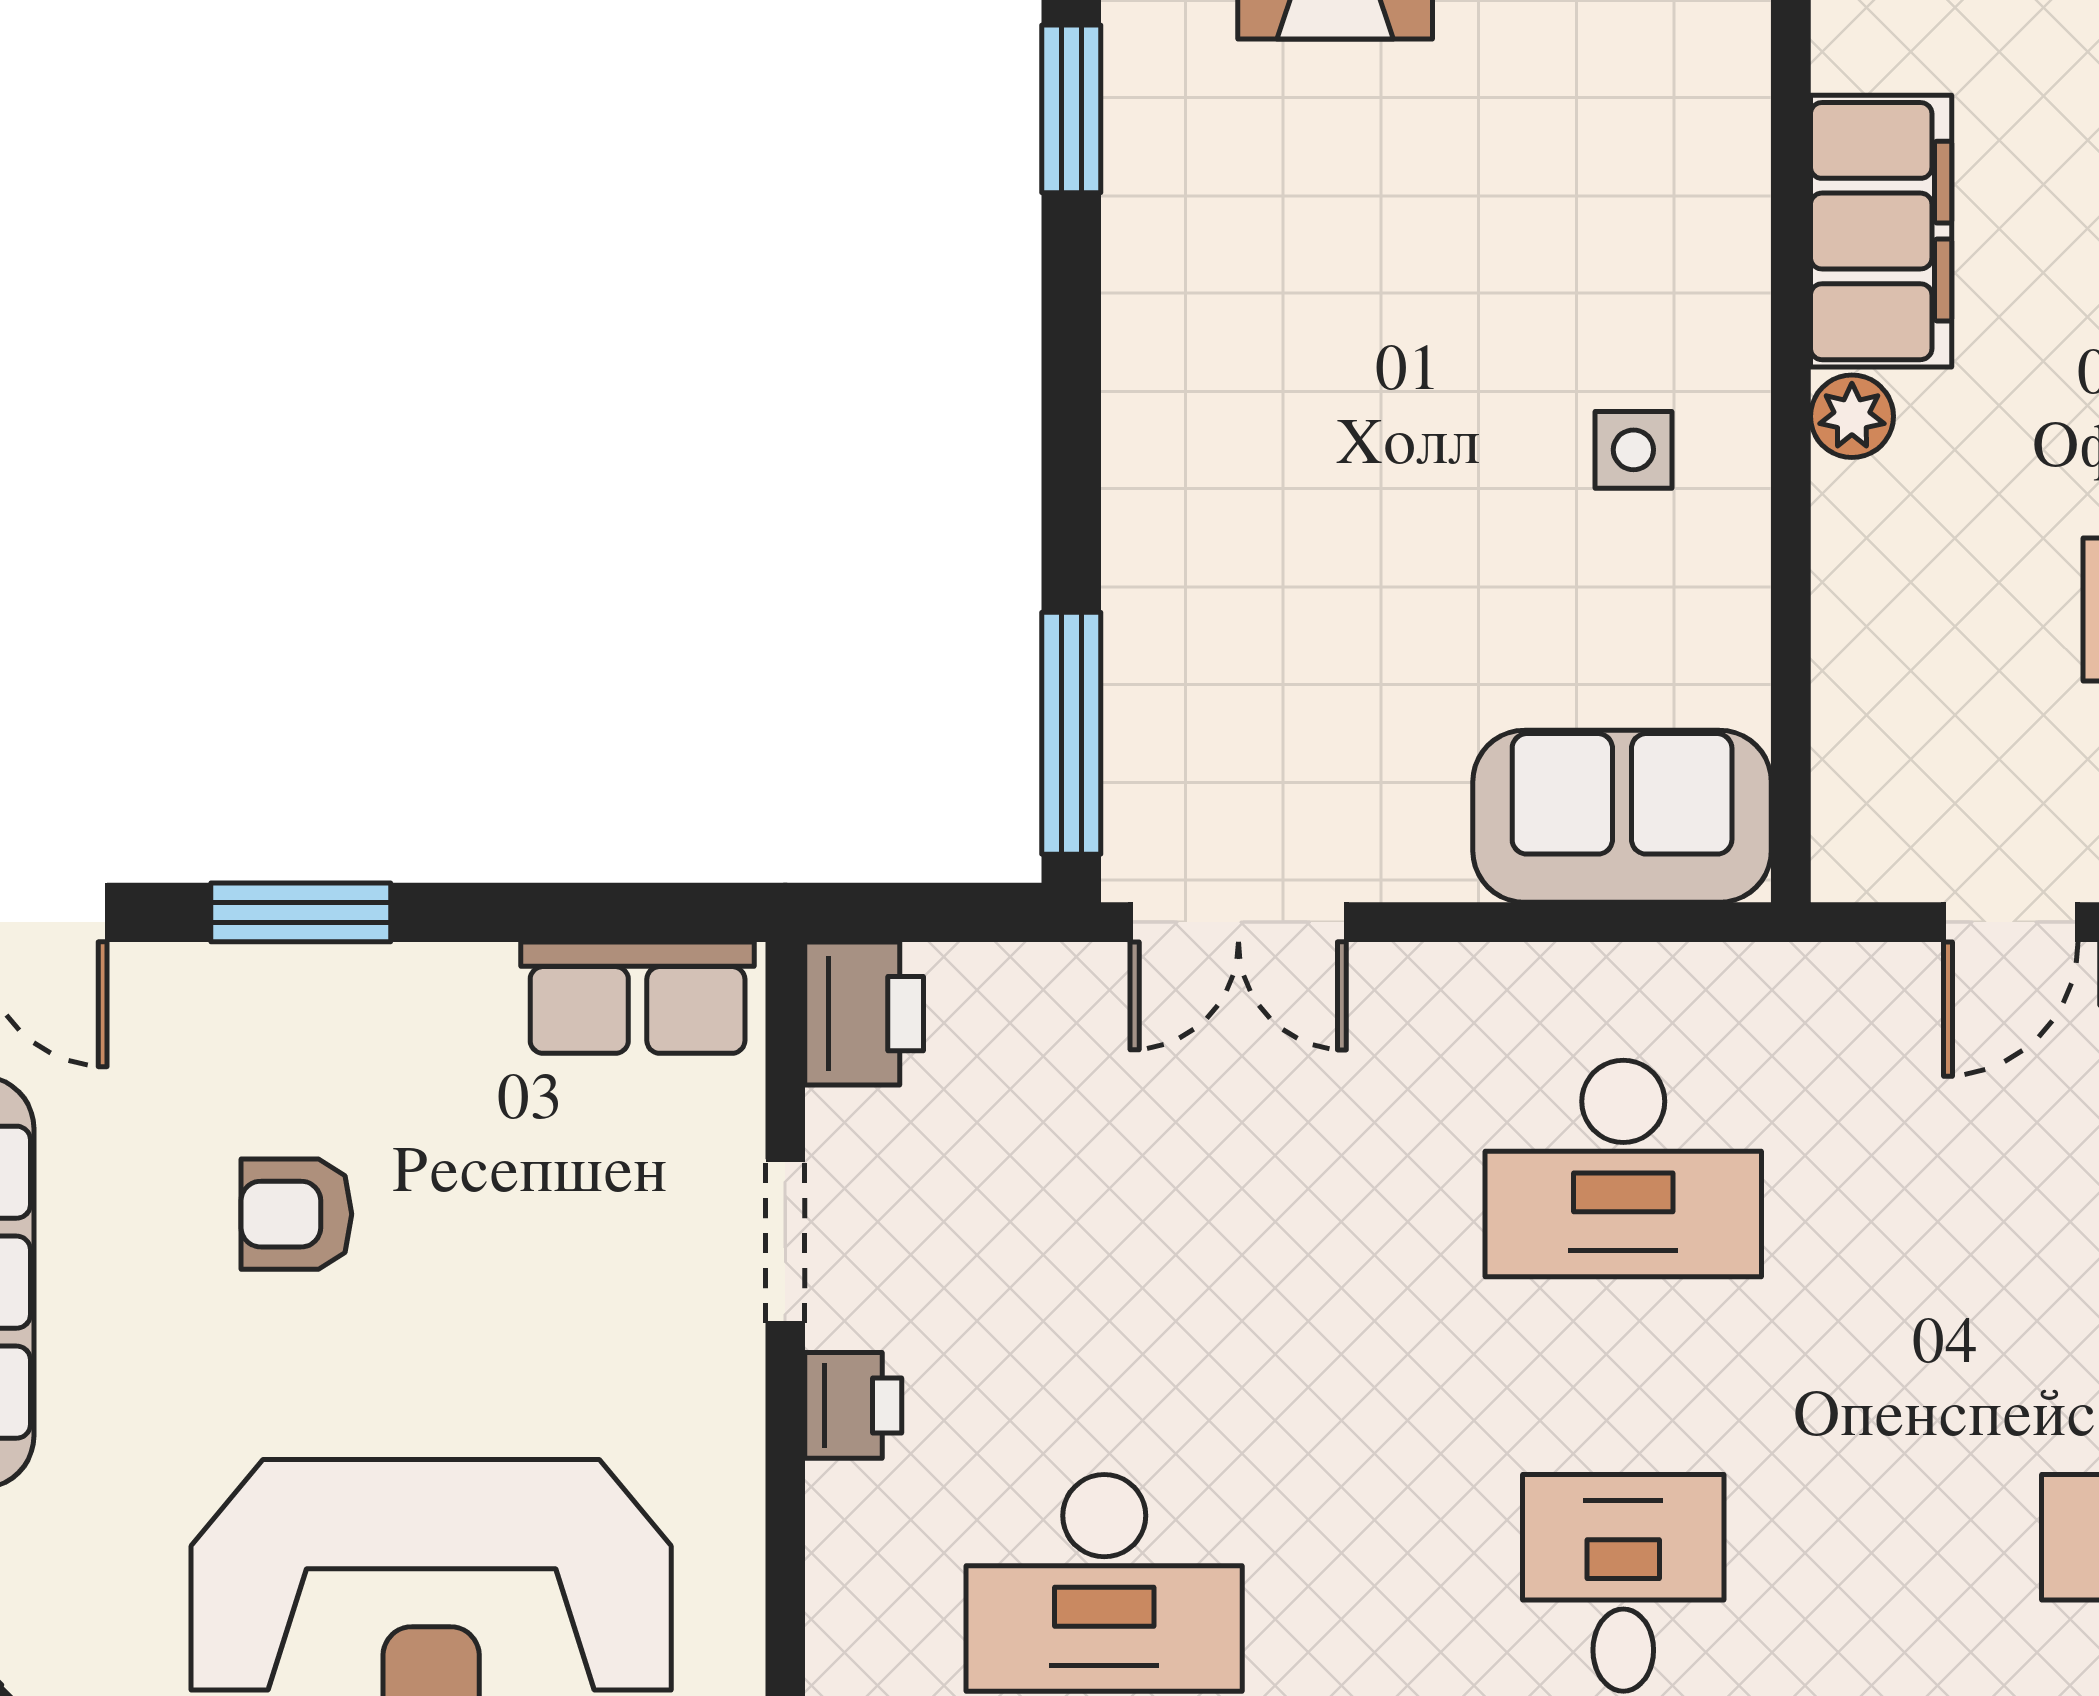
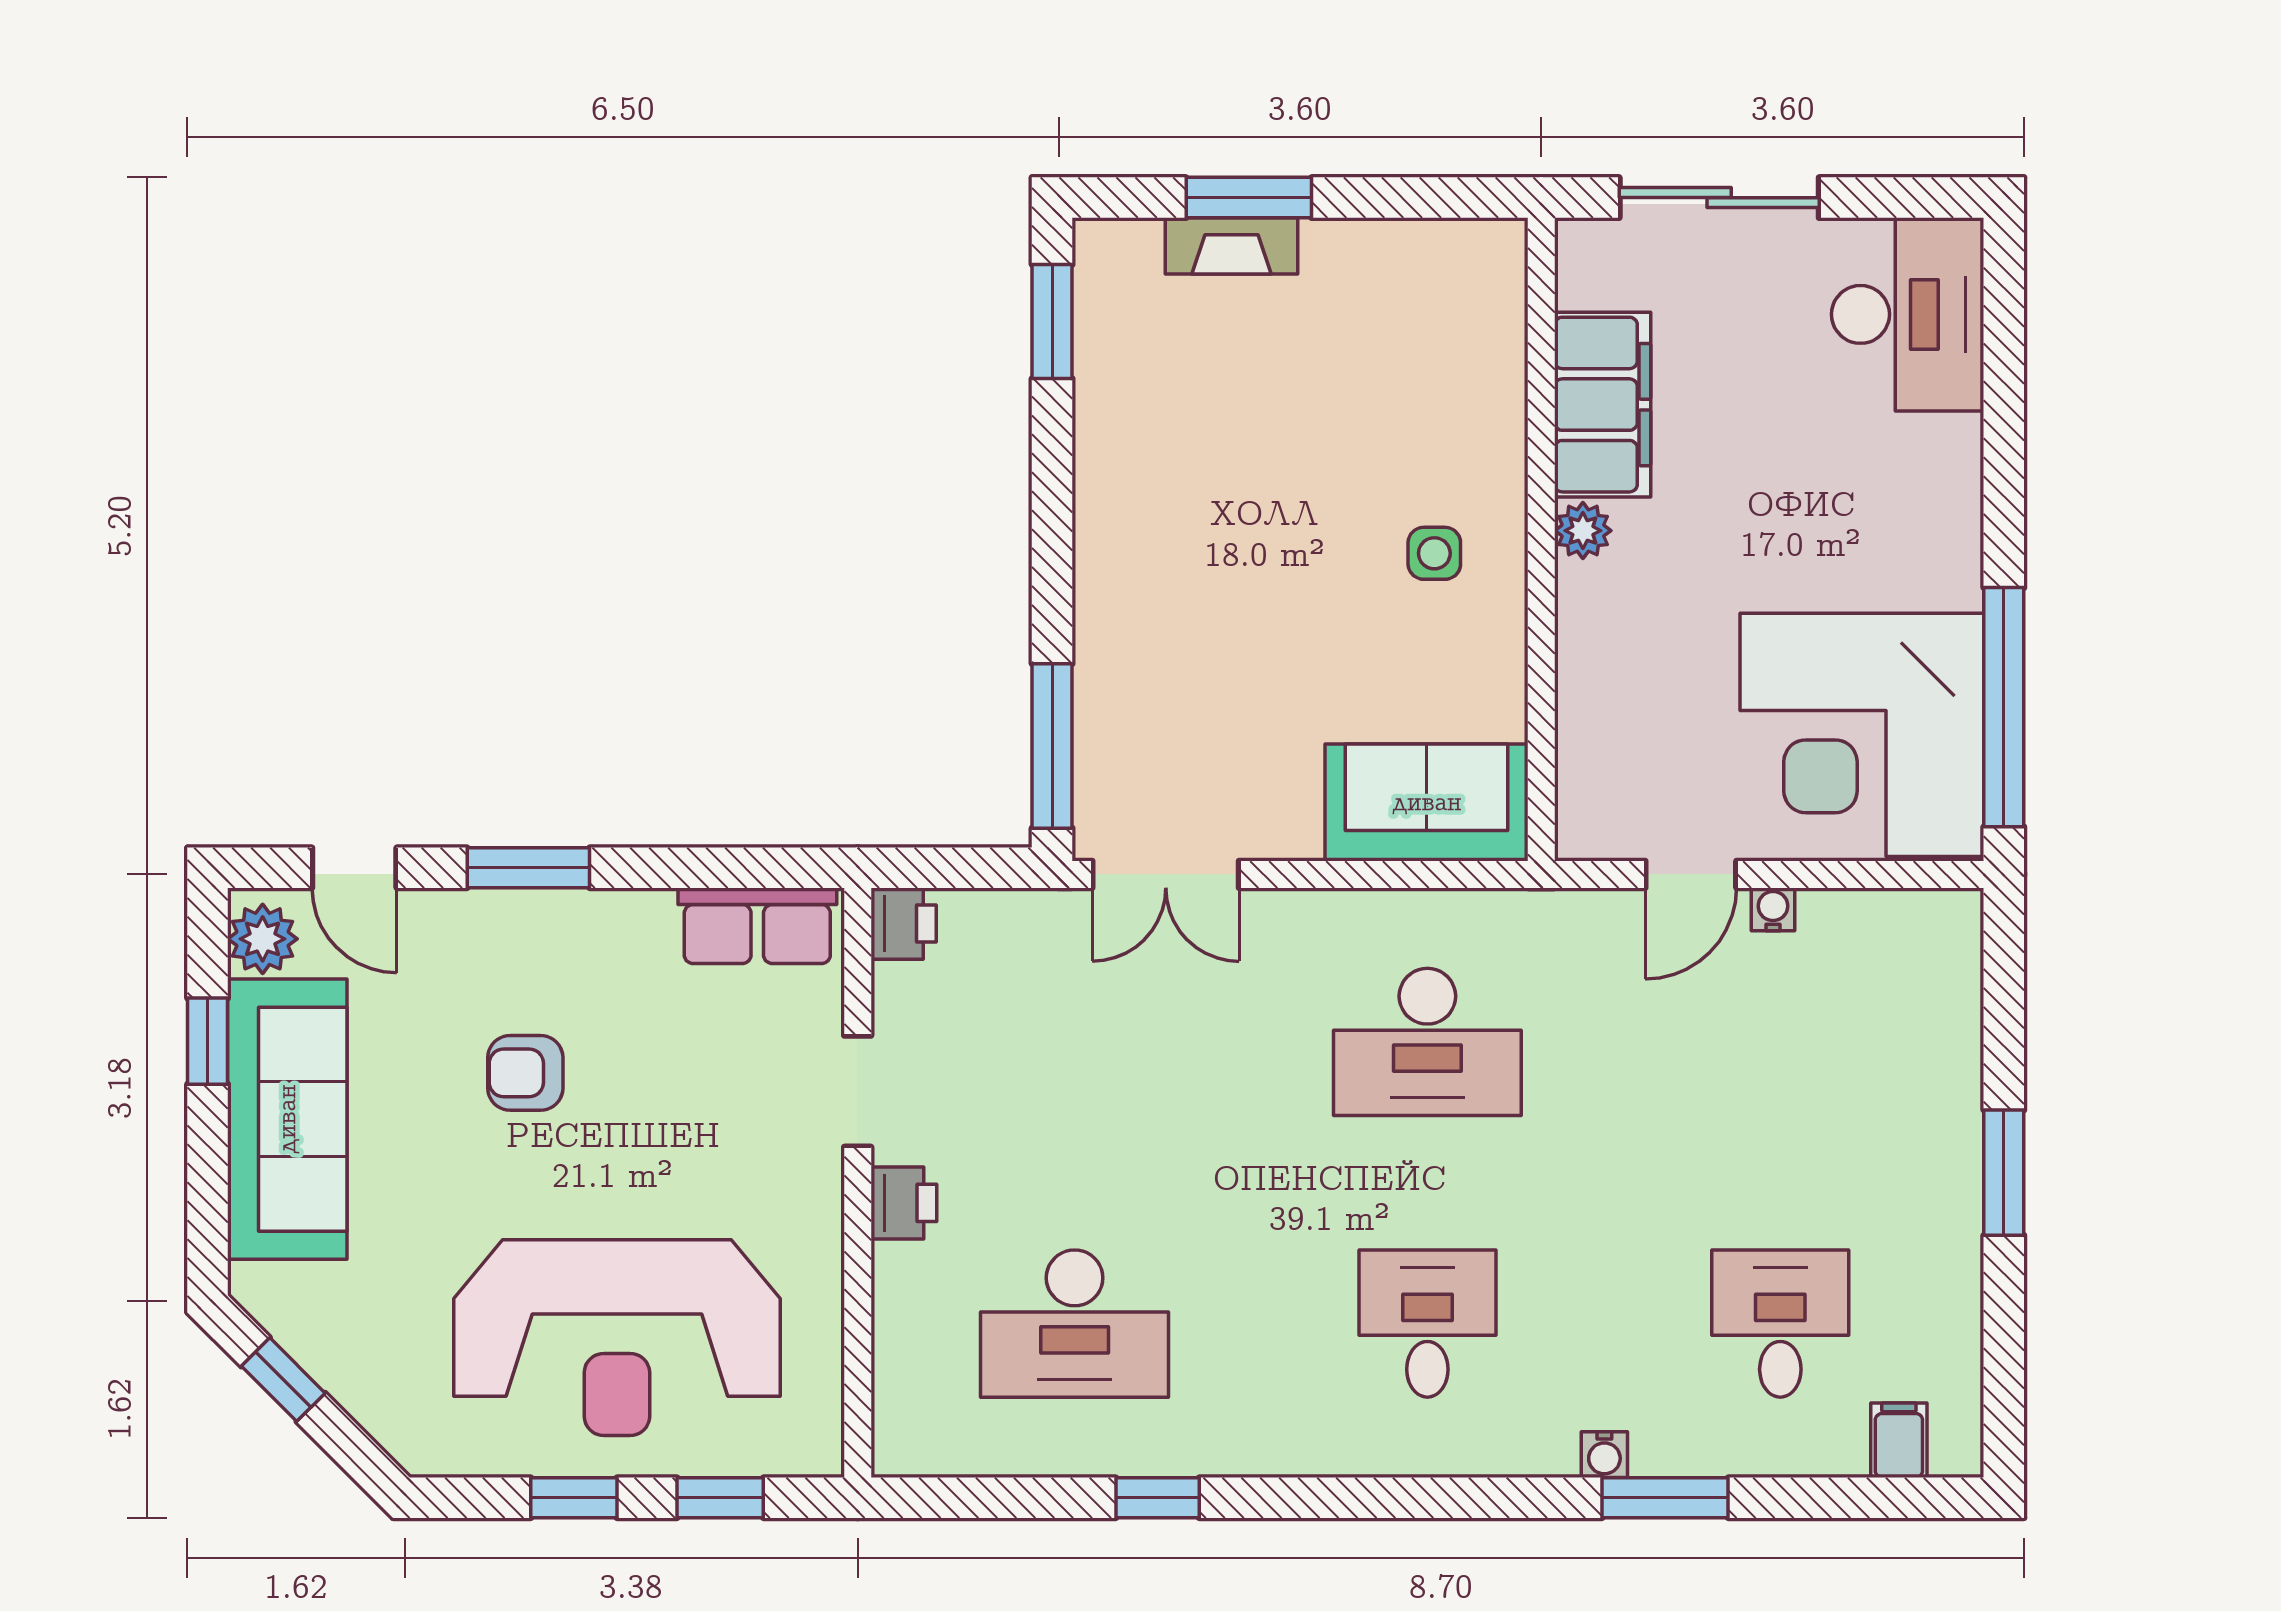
printer: (864, 1014) -> (904, 924), width x0.73, depth x0.81

